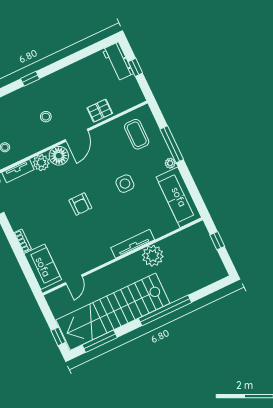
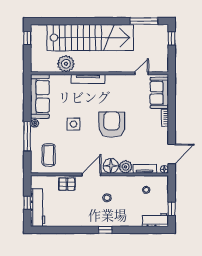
workbench: (118, 62) -> (38, 208), width x1.38
armchair: (80, 204) -> (112, 124), width x1.88, depth x1.88
window: (217, 241) -> (27, 38), moved
plant: (153, 256) -> (66, 64), moved
window: (165, 310) -> (87, 21), removed
stairs: (113, 312) -> (90, 38), moved

